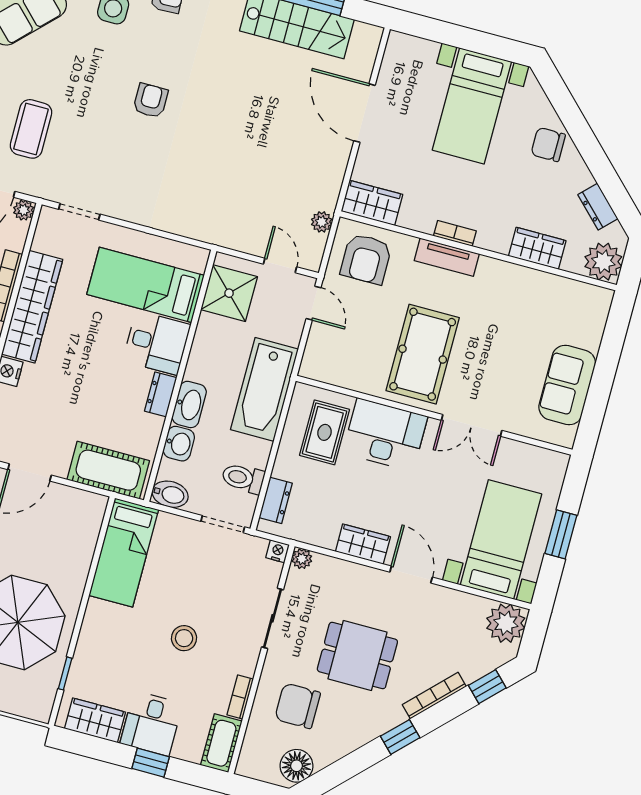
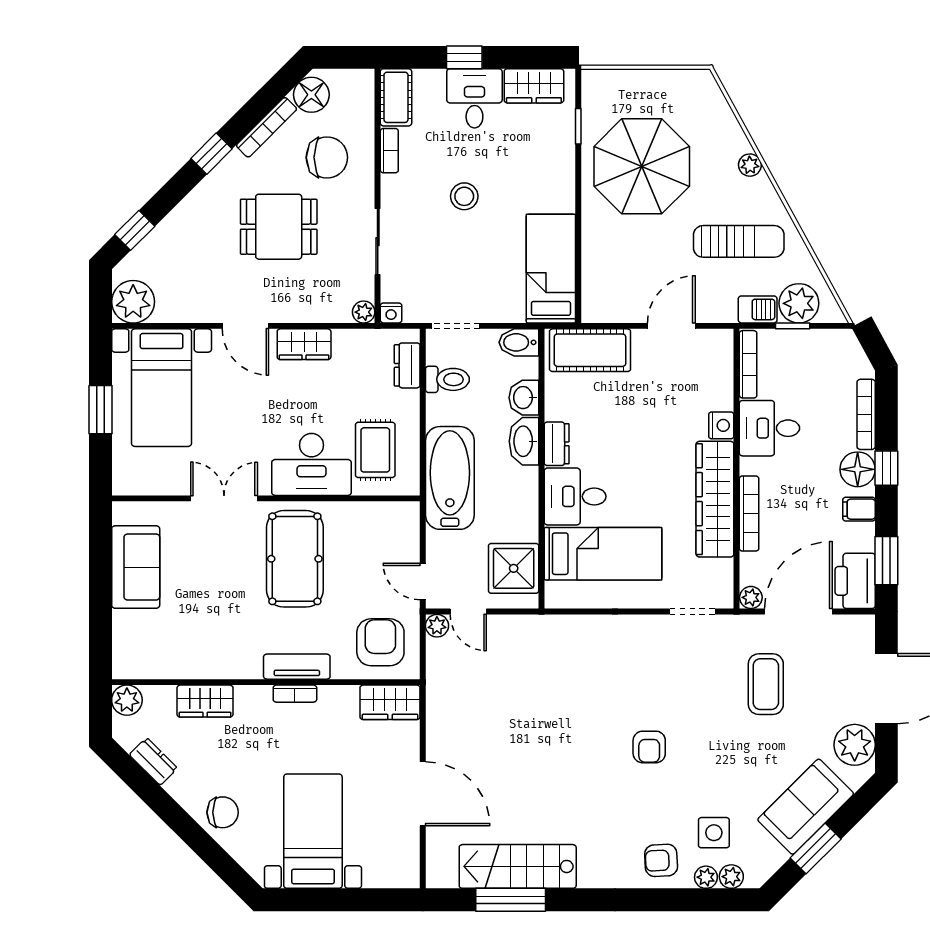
plant: (322, 222) -> (437, 626), moved
plant: (603, 262) -> (127, 700), width x0.73, depth x0.73
bookcase: (434, 696) -> (267, 127), moved

